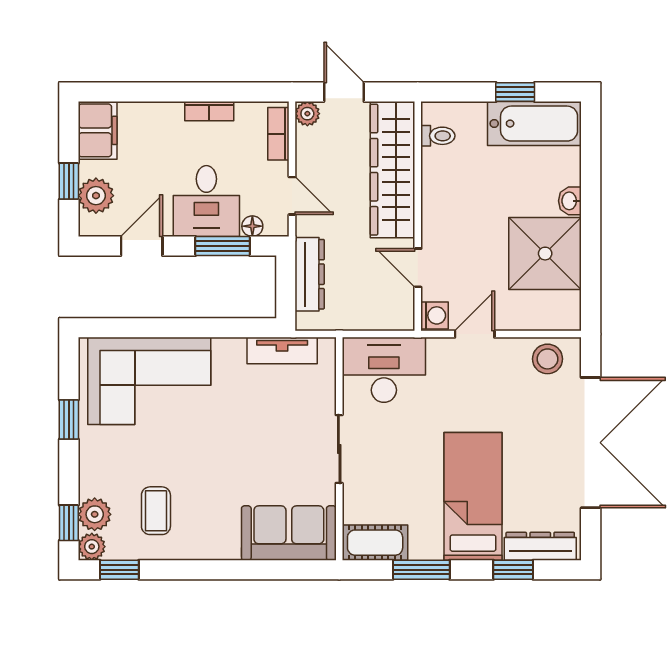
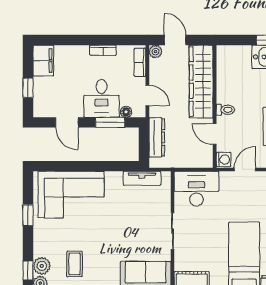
toilet: (438, 136) -> (225, 110), moved
plant: (96, 196) -> (42, 95), removed
door: (142, 246) -> (67, 122), swing flipped

